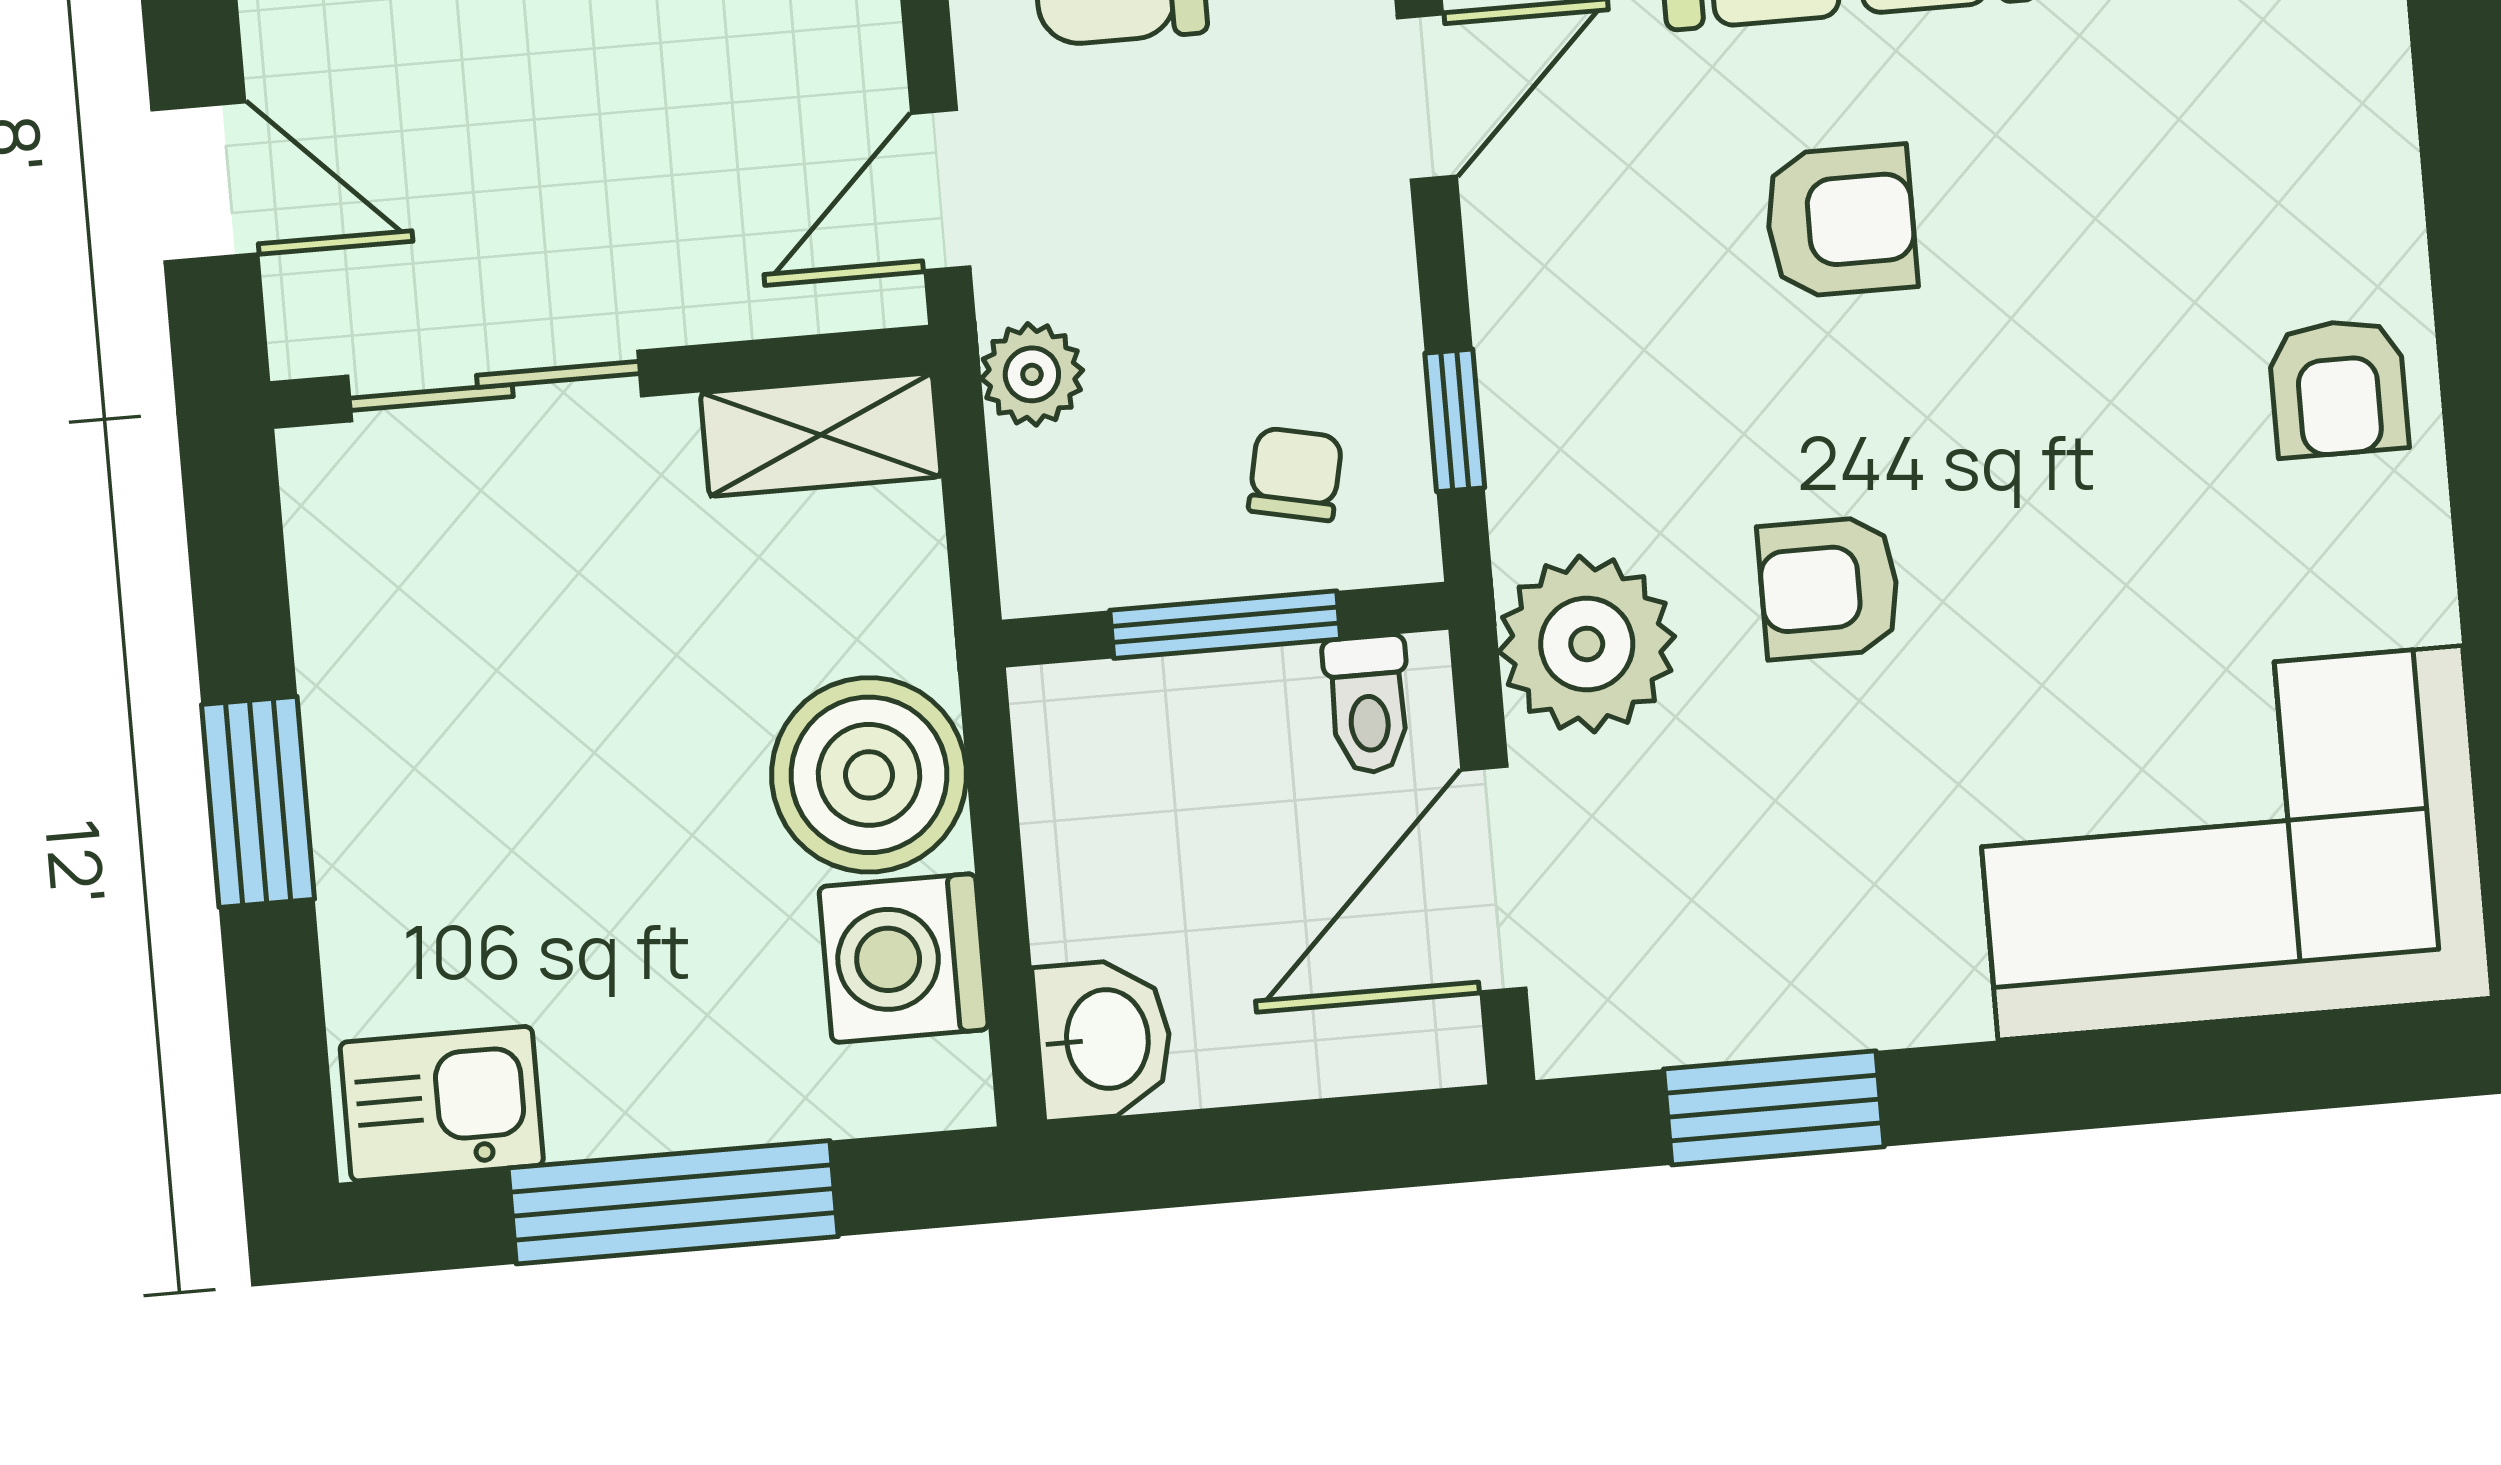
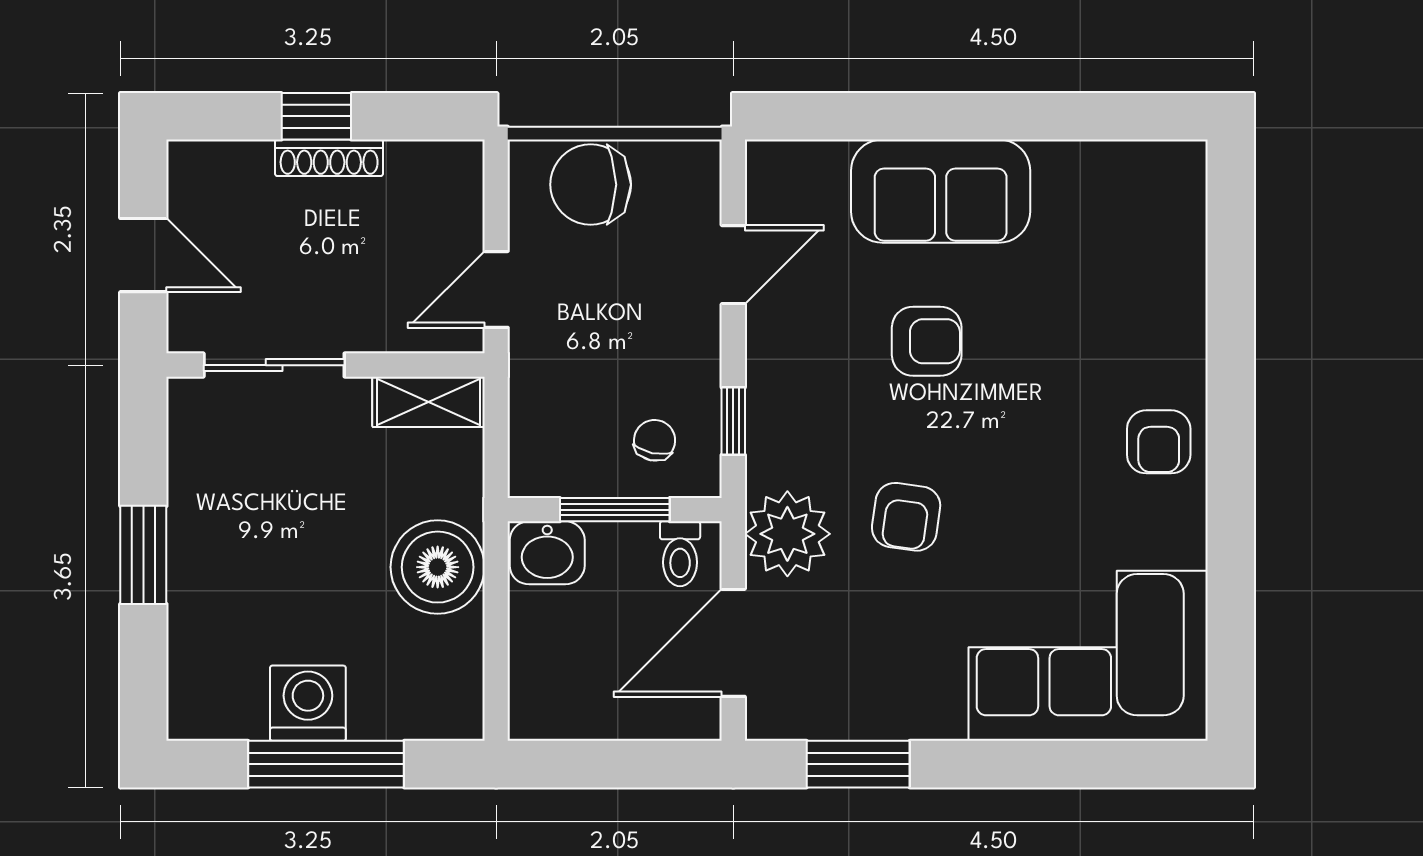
plant: (1032, 374) -> (532, 382), removed
armchair: (1829, 588) -> (906, 517), turned -82
washing machine: (904, 958) -> (308, 703), moved, turned 90
washbasin: (1104, 1039) -> (547, 553), moved, turned 90
kitchen sink: (442, 1104) -> (219, 707), removed

